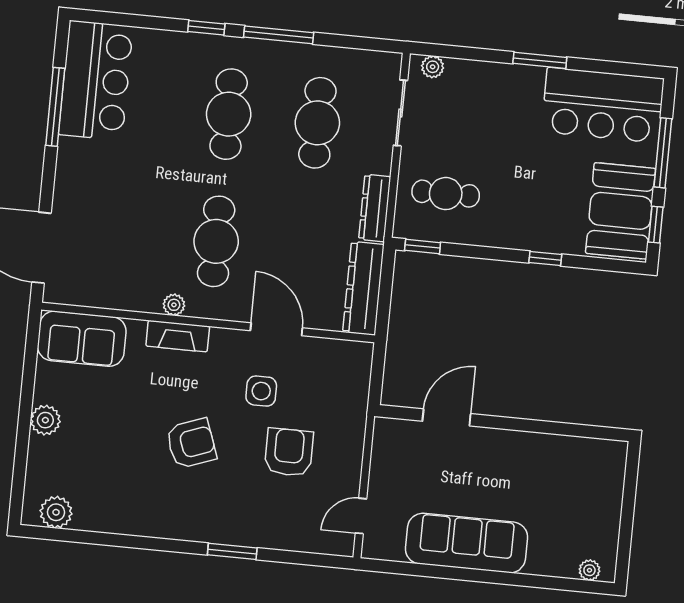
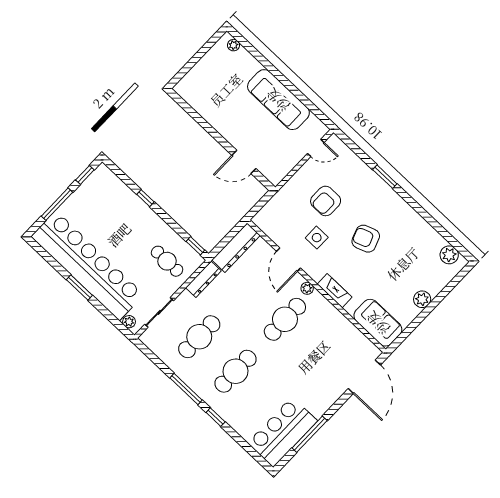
bar counter: (603, 105) -> (88, 266), width x1.86
booth: (621, 211) -> (96, 193), removed
plant: (174, 305) -> (307, 288), moved

